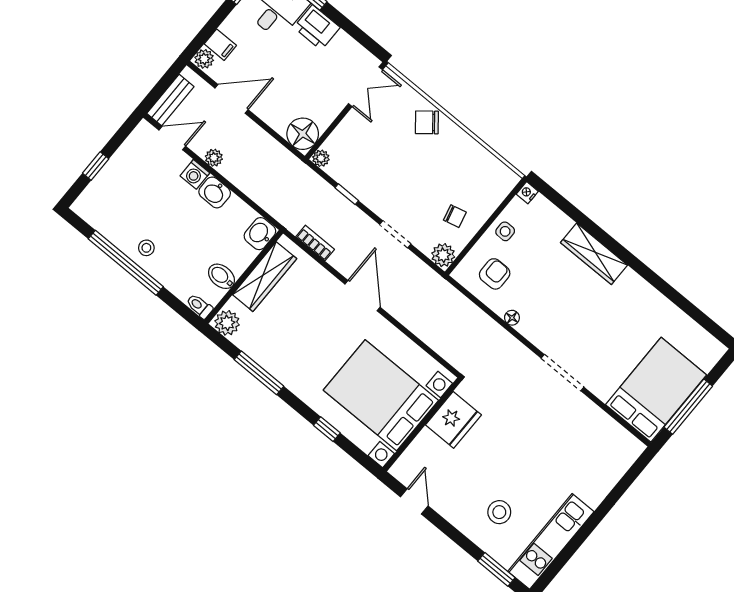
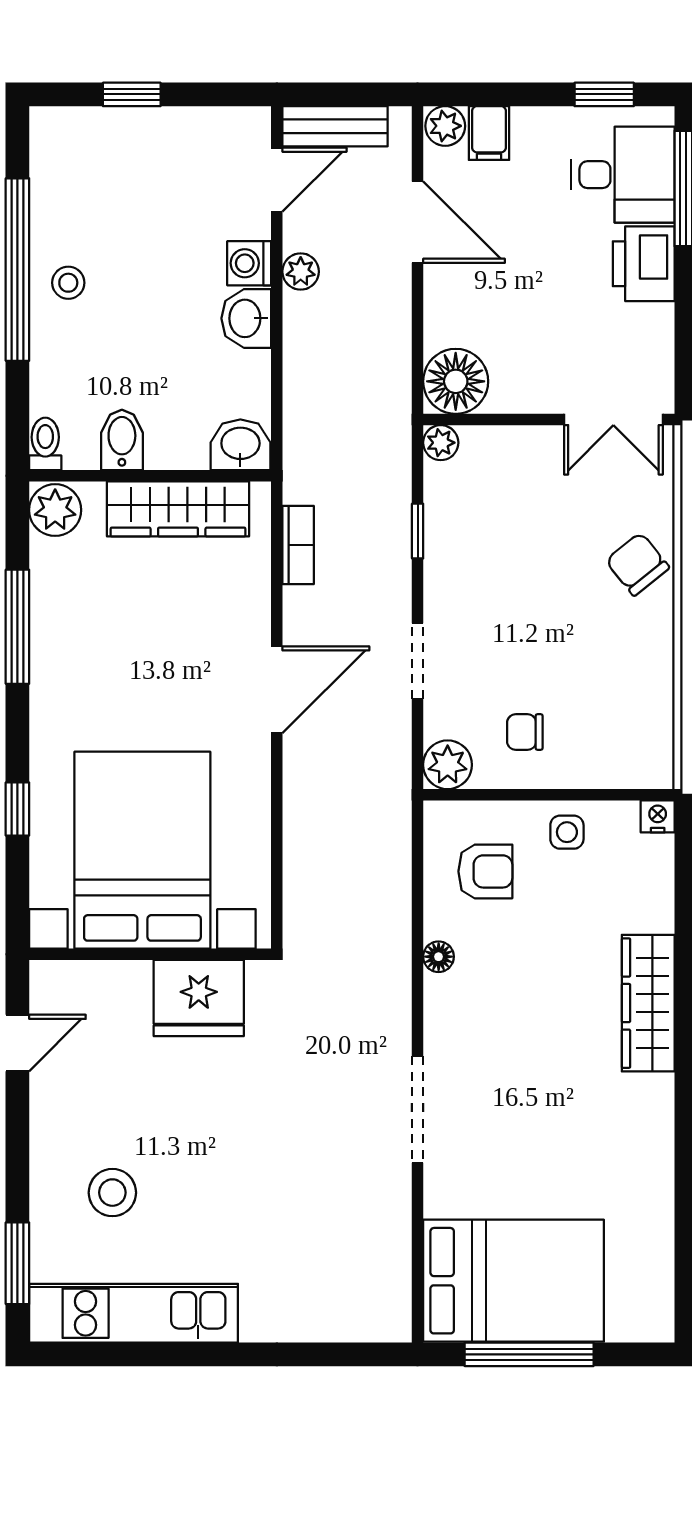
door: (172, 138) -> (277, 180), hinge flipped
chair: (455, 216) -> (525, 732), turned 104

